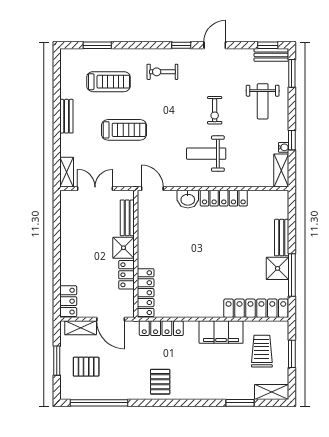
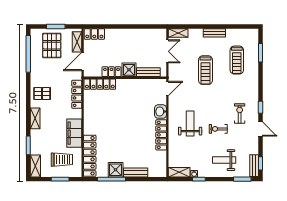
exercise bike: (162, 72) -> (240, 114), moved
pallet: (86, 367) -> (52, 46), width x1.50, depth x1.42
shelving: (198, 392) -> (35, 118), added

